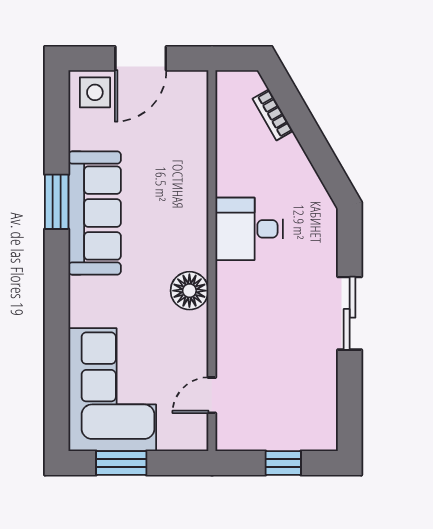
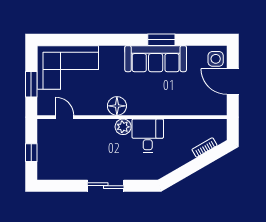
plant: (231, 278) -> (123, 127), added
window: (121, 463) -> (31, 84), moved

